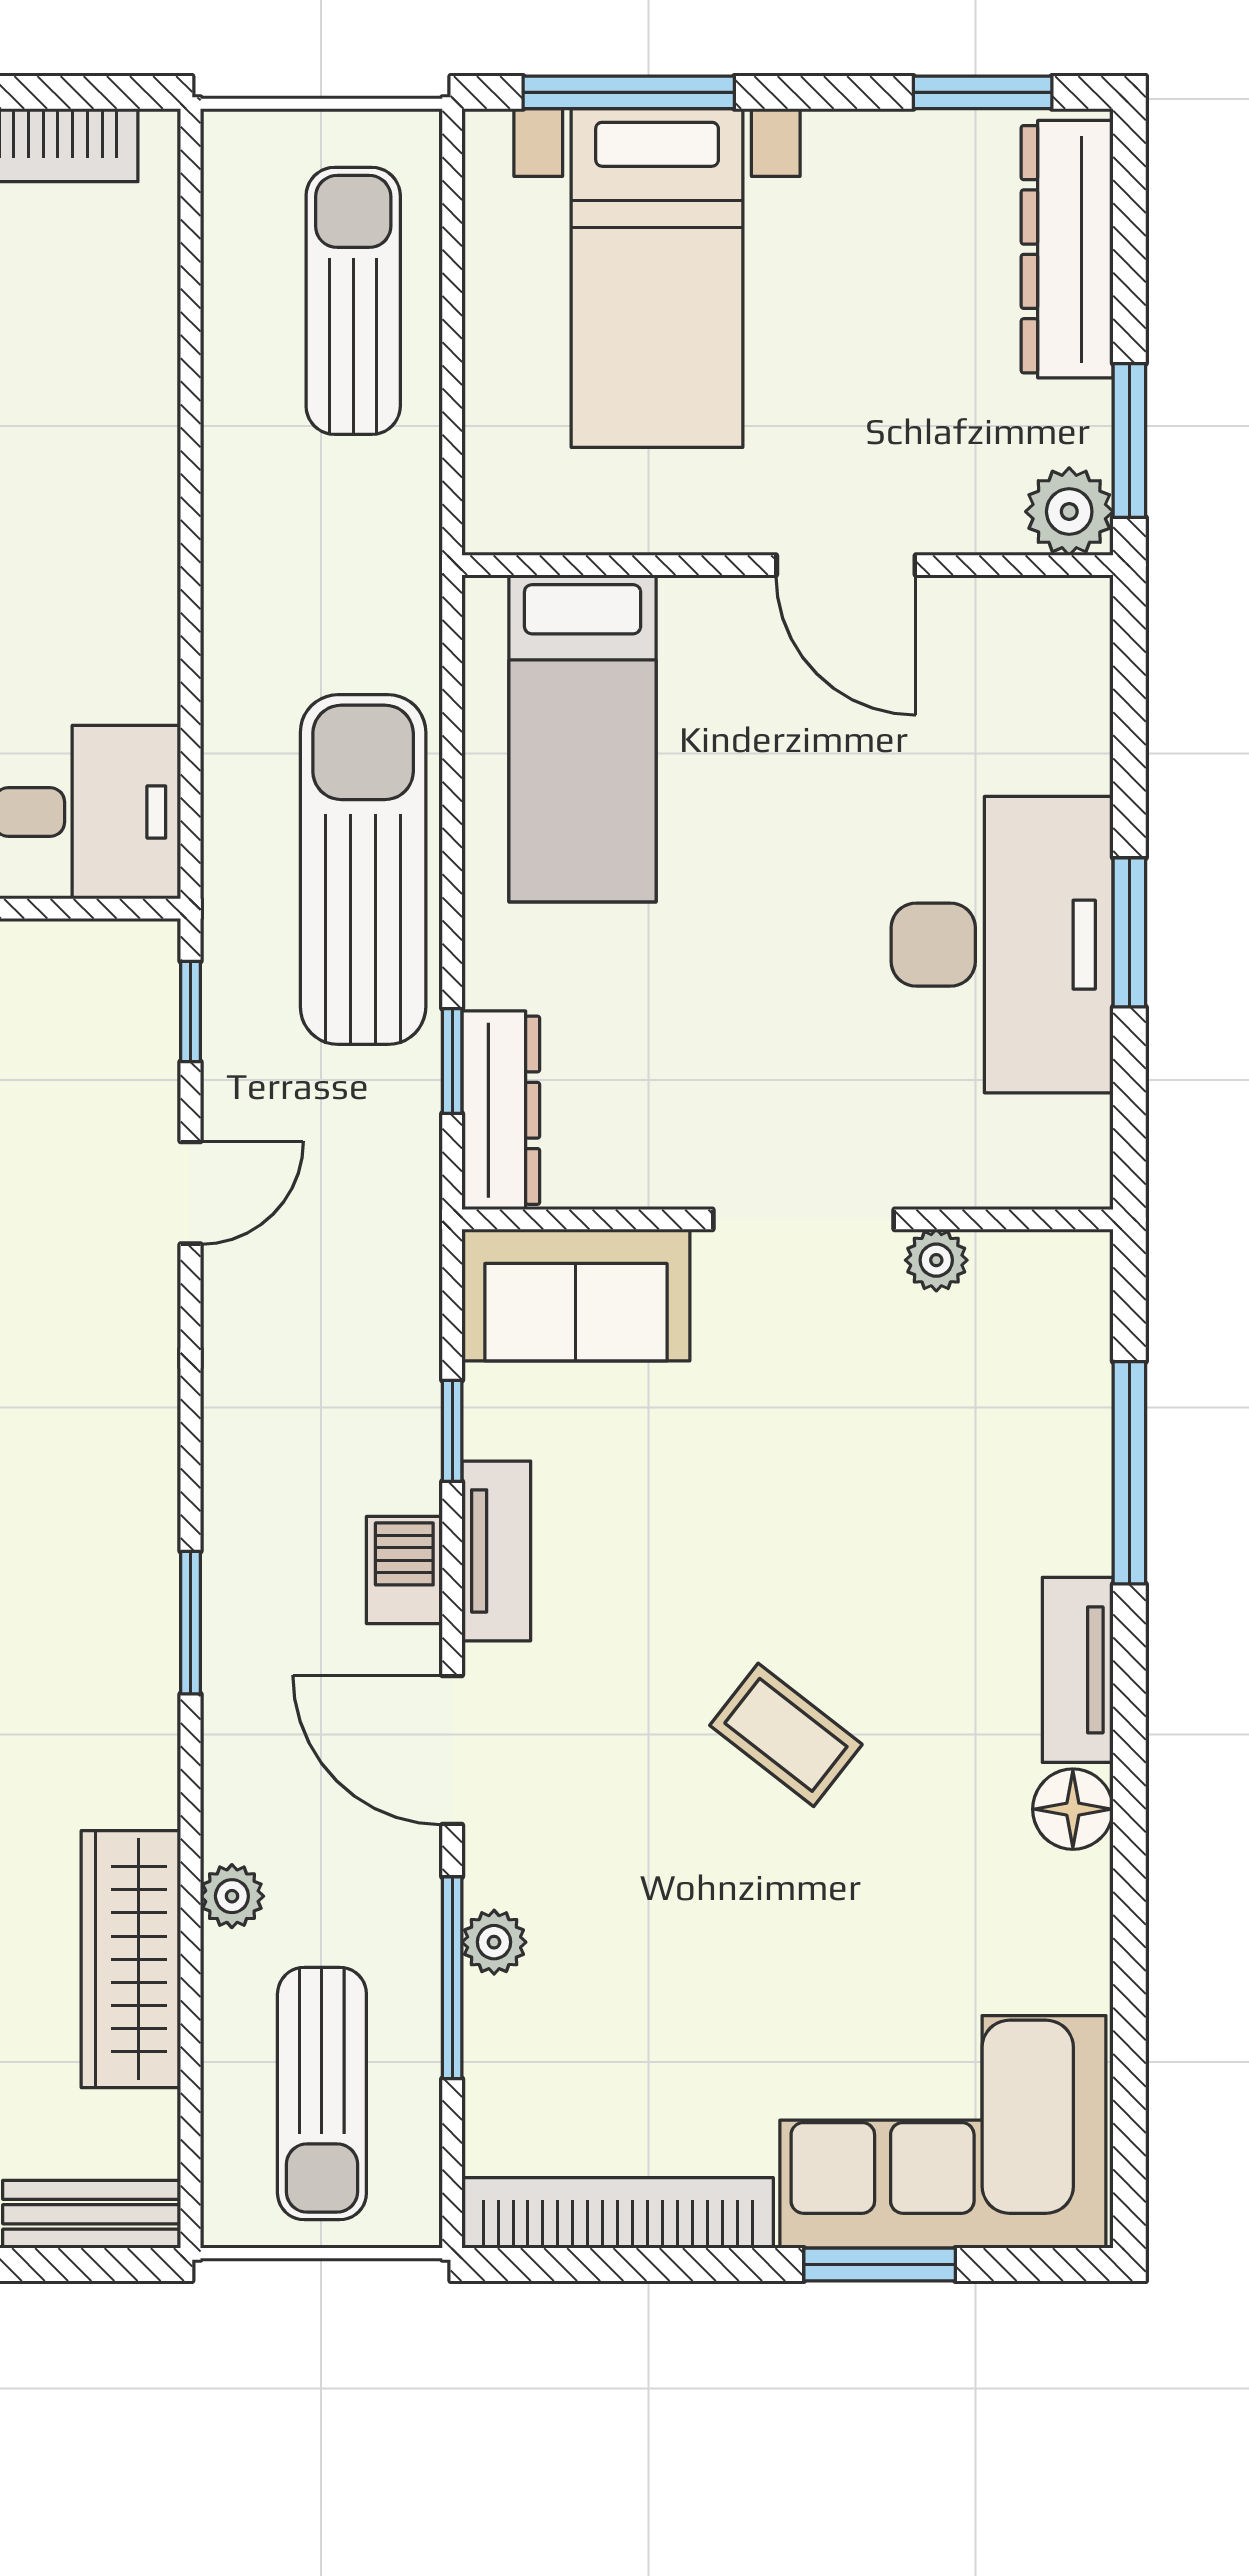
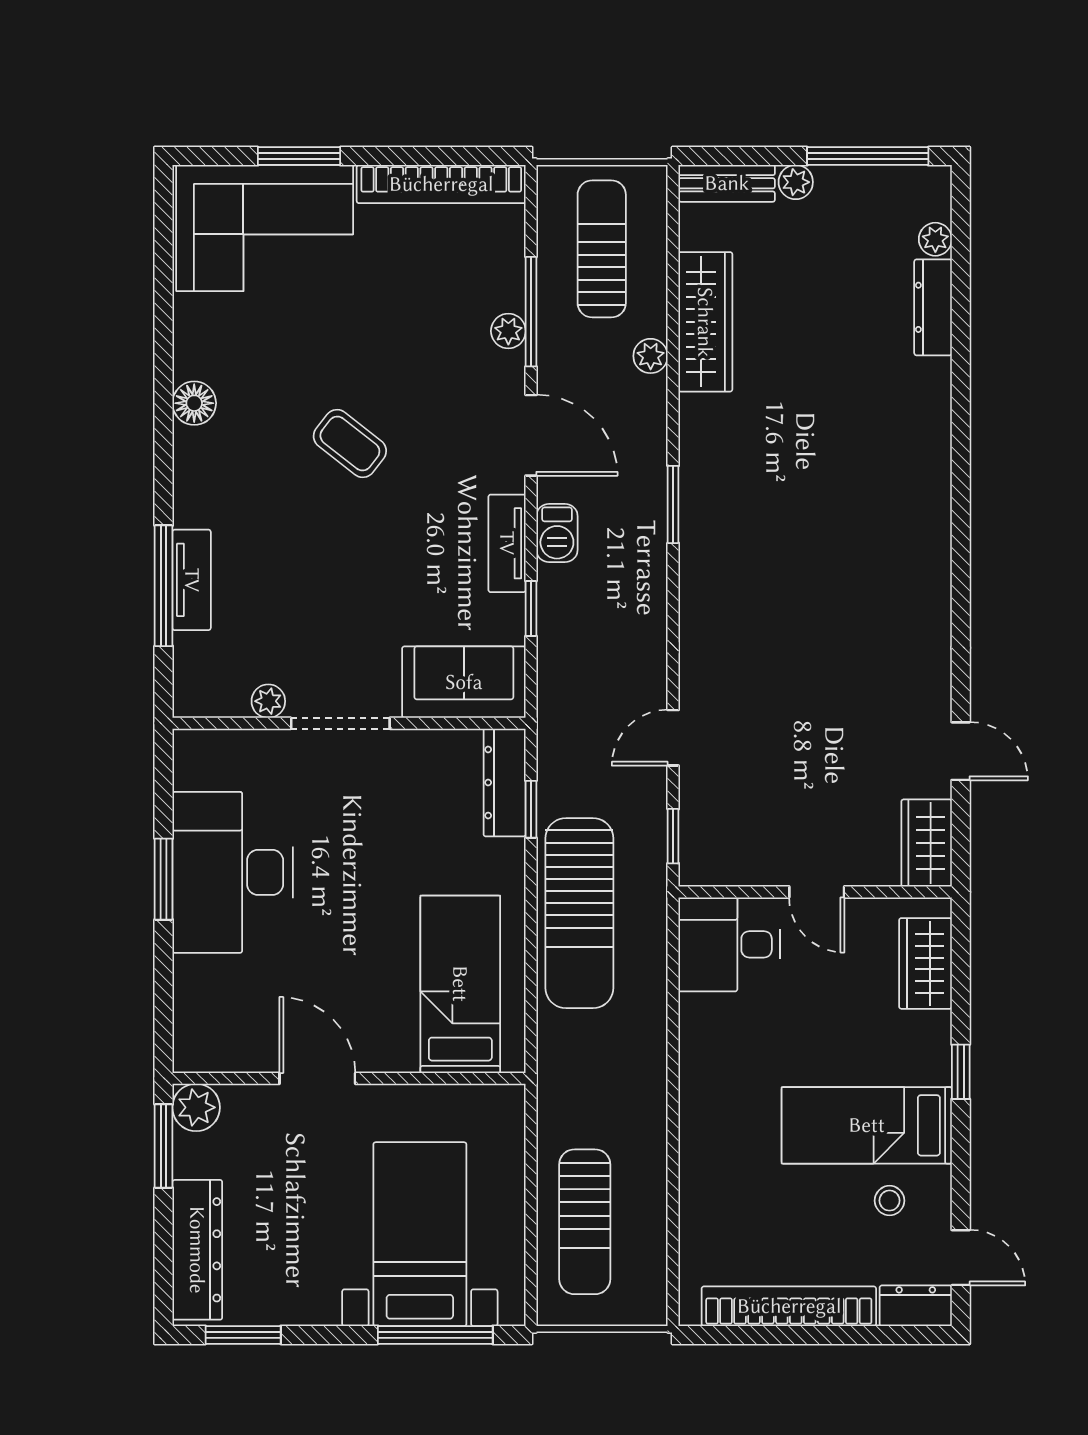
tv unit: (1078, 1670) -> (192, 580), moved

